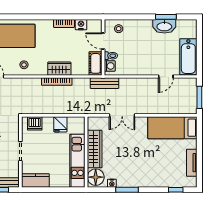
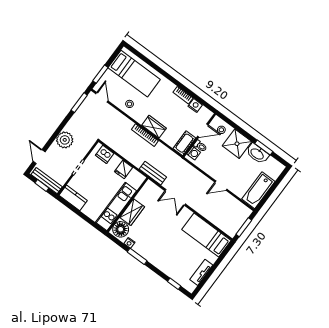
shower: (141, 31) -> (237, 144), added
door: (103, 41) -> (203, 130), swing flipped
door: (166, 77) -> (221, 186), moved
bench: (104, 83) -> (153, 173), moved
wardrobe: (95, 149) -> (132, 212), width x0.67

